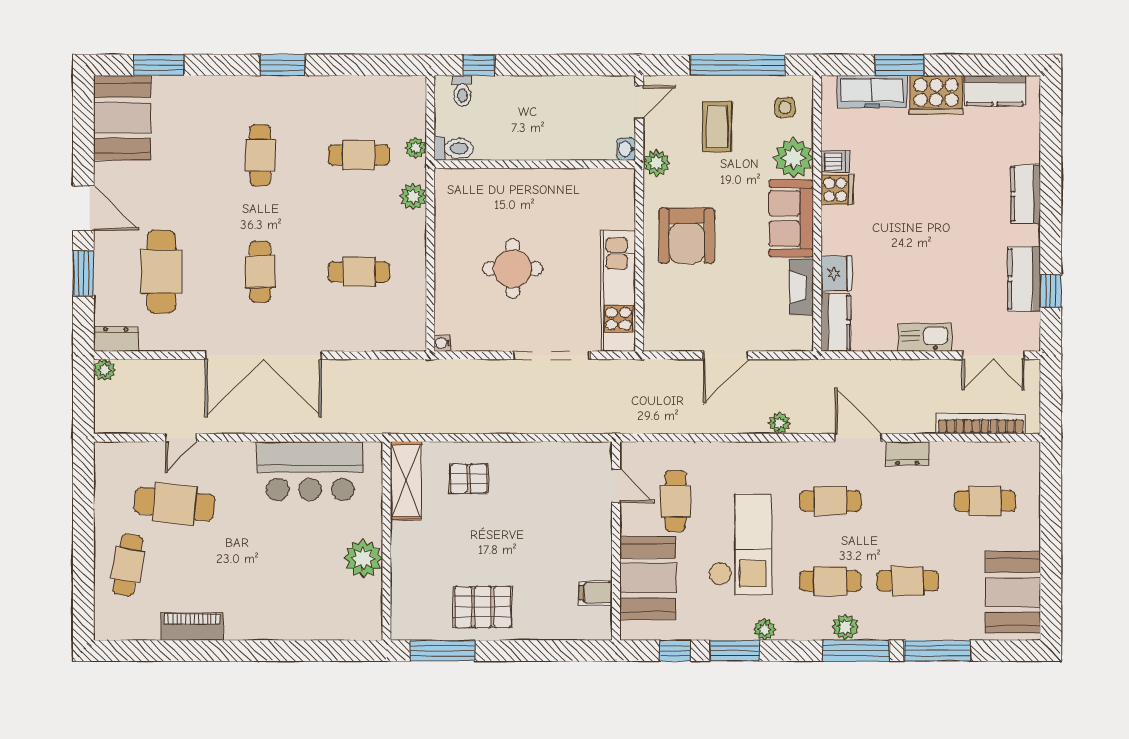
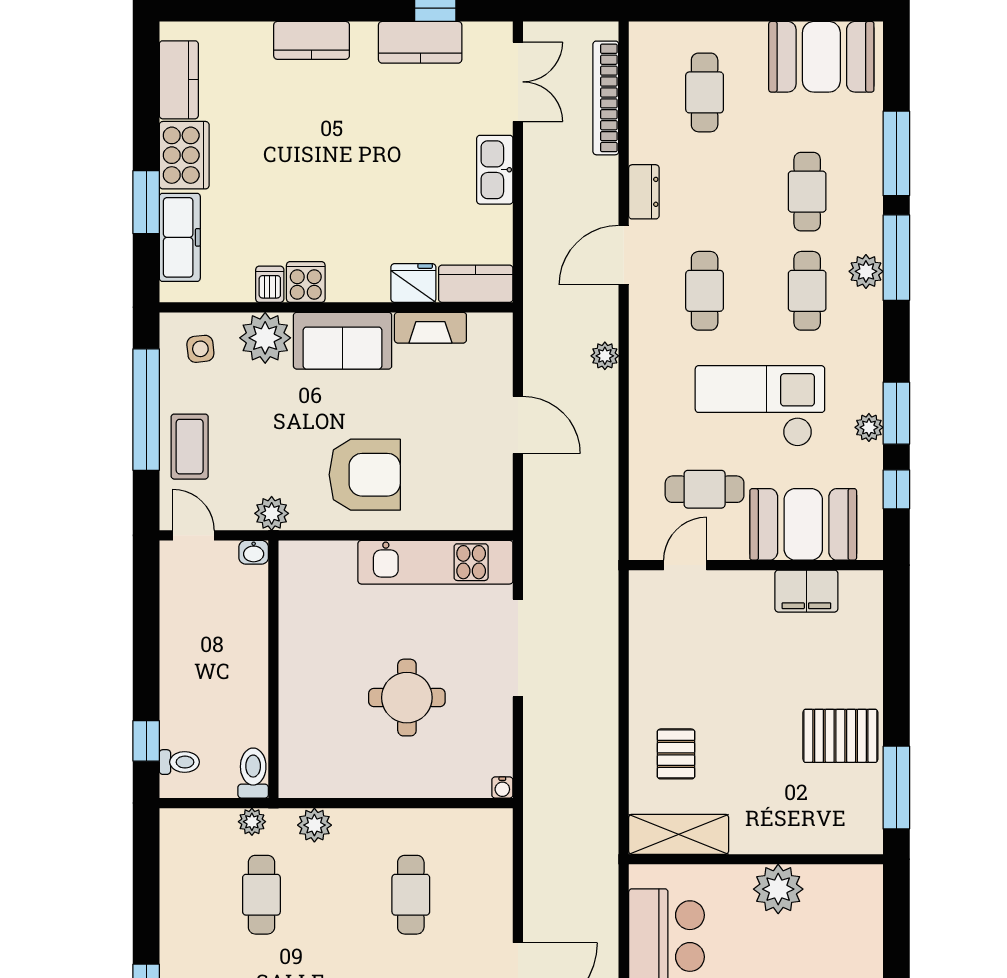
coffee table: (717, 127) -> (190, 447), moved, turned 90
filing cabinet: (596, 593) -> (806, 591), width x2.00
pallet: (483, 607) -> (840, 736), turned 90
plant: (765, 629) -> (869, 427), moved

